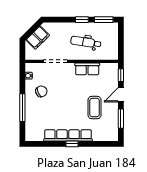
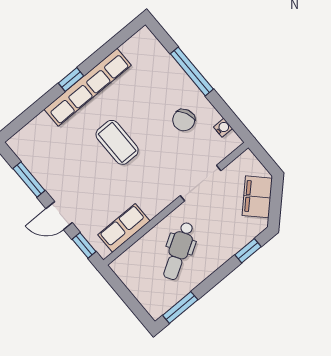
window: (82, 20) -> (248, 251), moved
dental chair: (86, 42) -> (179, 251), turned 140
row of seats: (87, 69) -> (124, 228), moved
door: (121, 95) -> (59, 216), swing flipped
coffee table: (95, 108) -> (117, 142), moved

